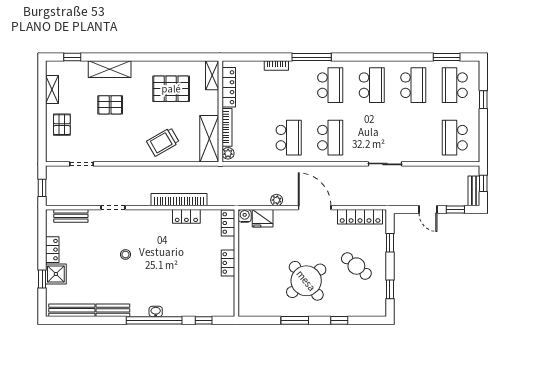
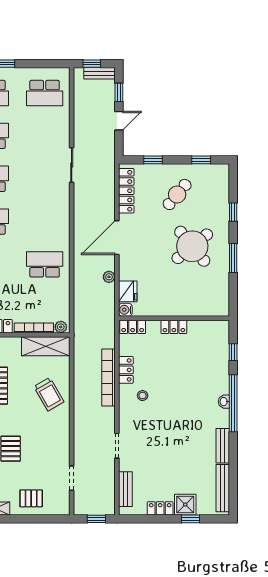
school desk: (330, 138) -> (45, 222), removed
stool: (125, 254) -> (143, 396), moved

